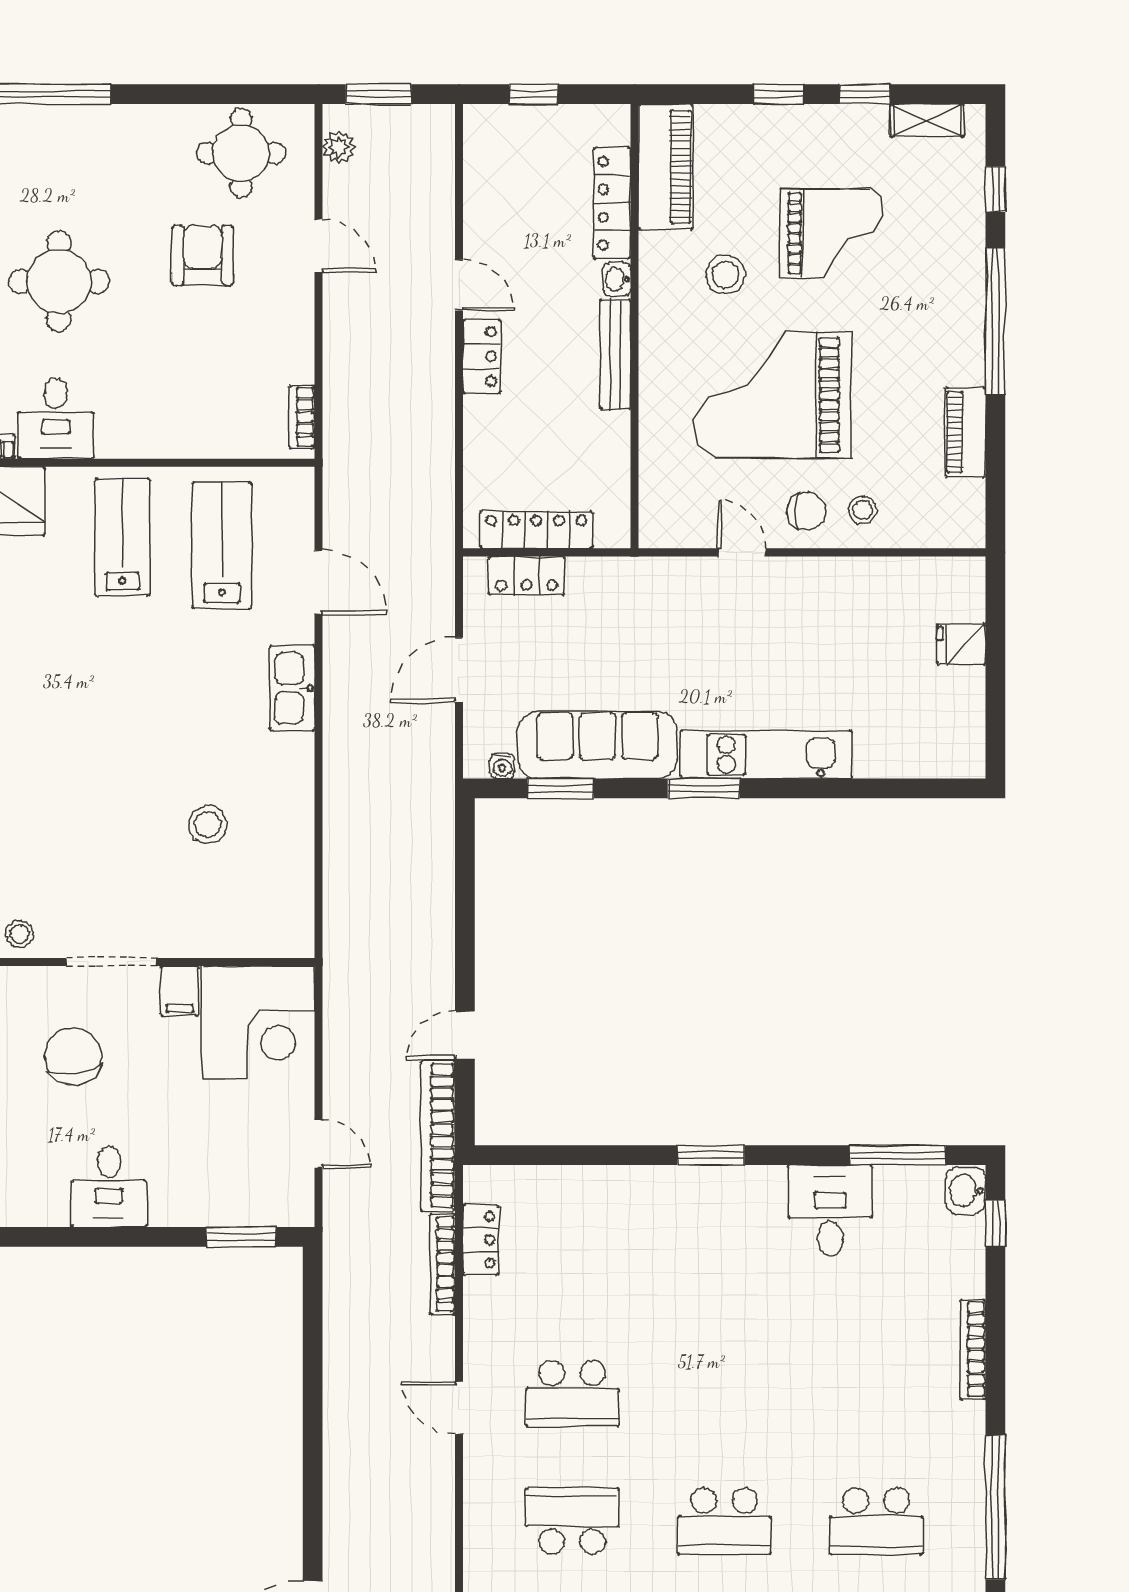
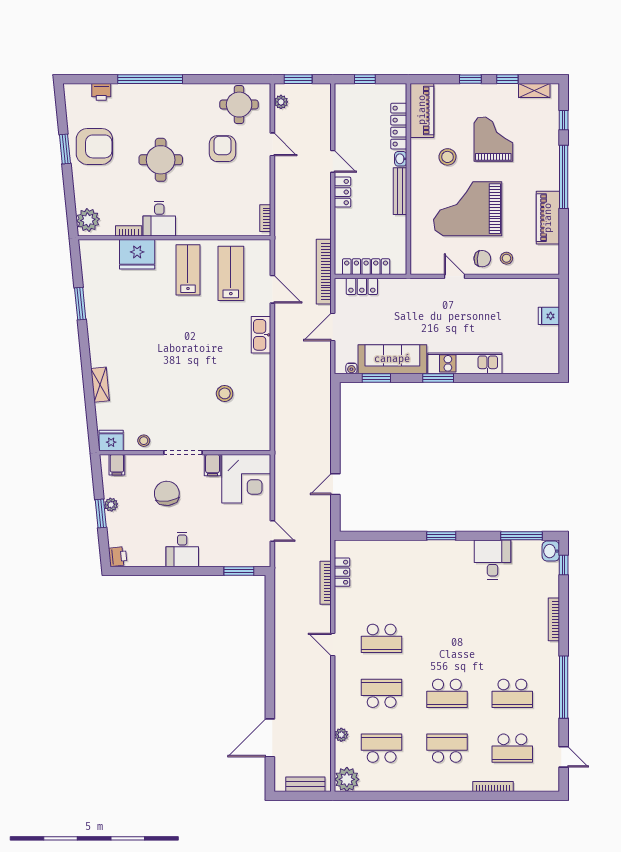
grand piano: (832, 233) -> (493, 139), turned -90
piano: (965, 432) -> (548, 218), width x1.37, depth x1.33
bookcase: (438, 1135) -> (324, 272), moved

